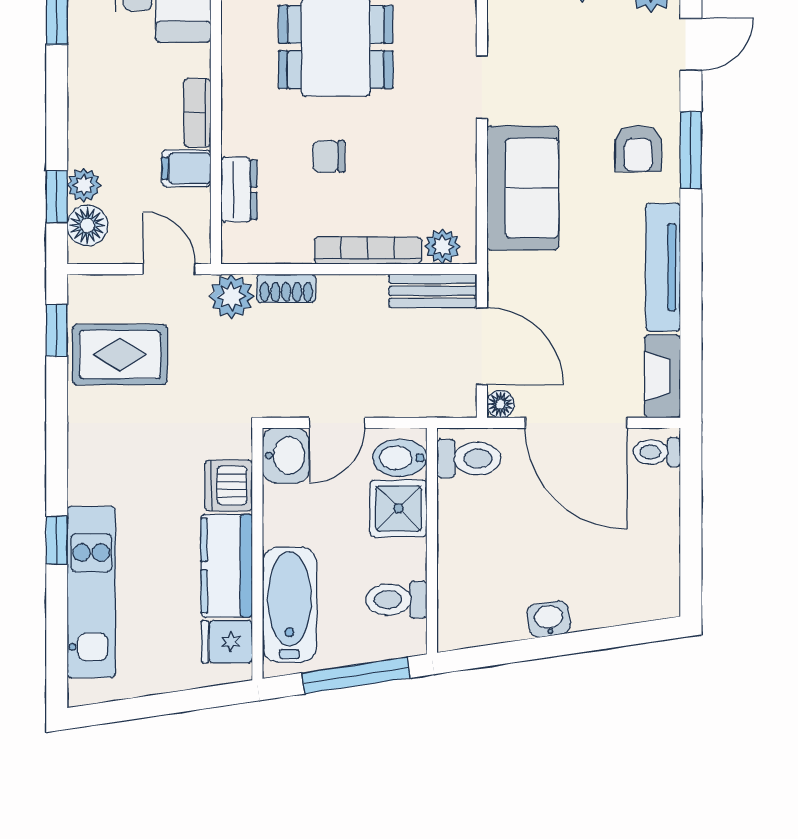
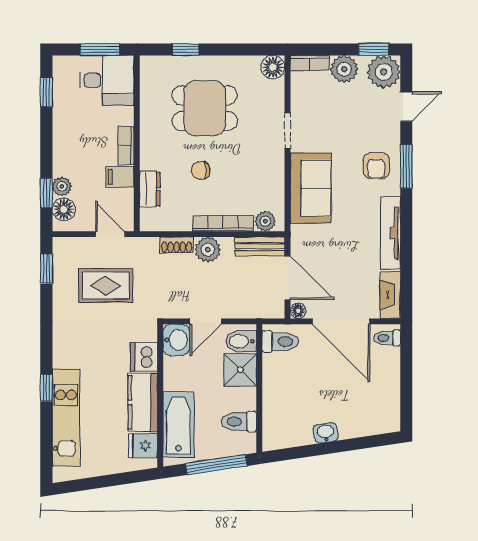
plant: (231, 296) -> (208, 250), moved
rug: (120, 355) -> (106, 285), moved

